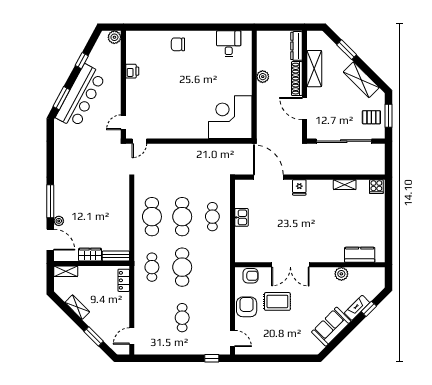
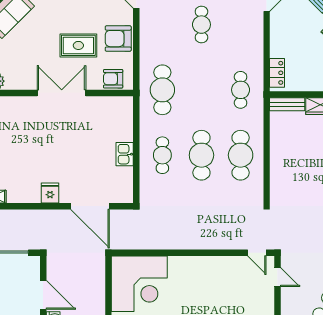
door: (123, 122) -> (277, 277), hinge flipped
door: (139, 141) -> (257, 253), swing flipped
cafe table: (182, 267) -> (162, 90), moved
armchair: (247, 307) -> (118, 39), turned 90

